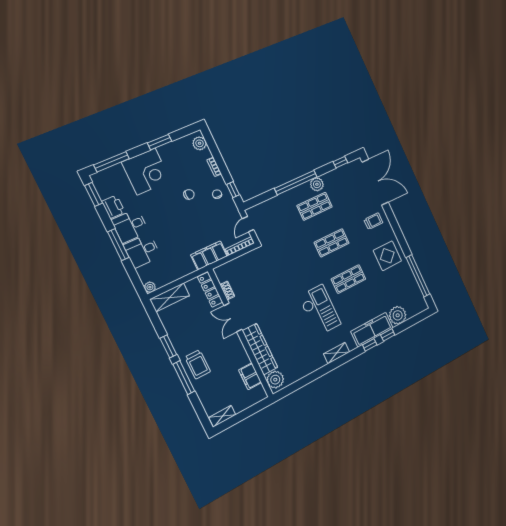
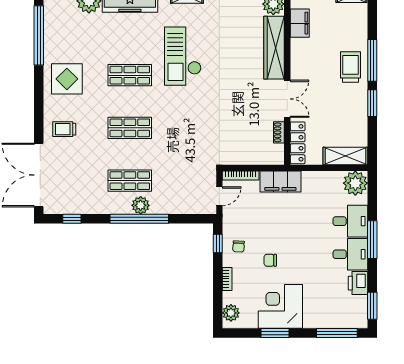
corner desk: (146, 172) -> (280, 306), moved
plant: (317, 184) -> (141, 205), moved
plant: (150, 287) -> (355, 183), width x1.87, depth x1.87

